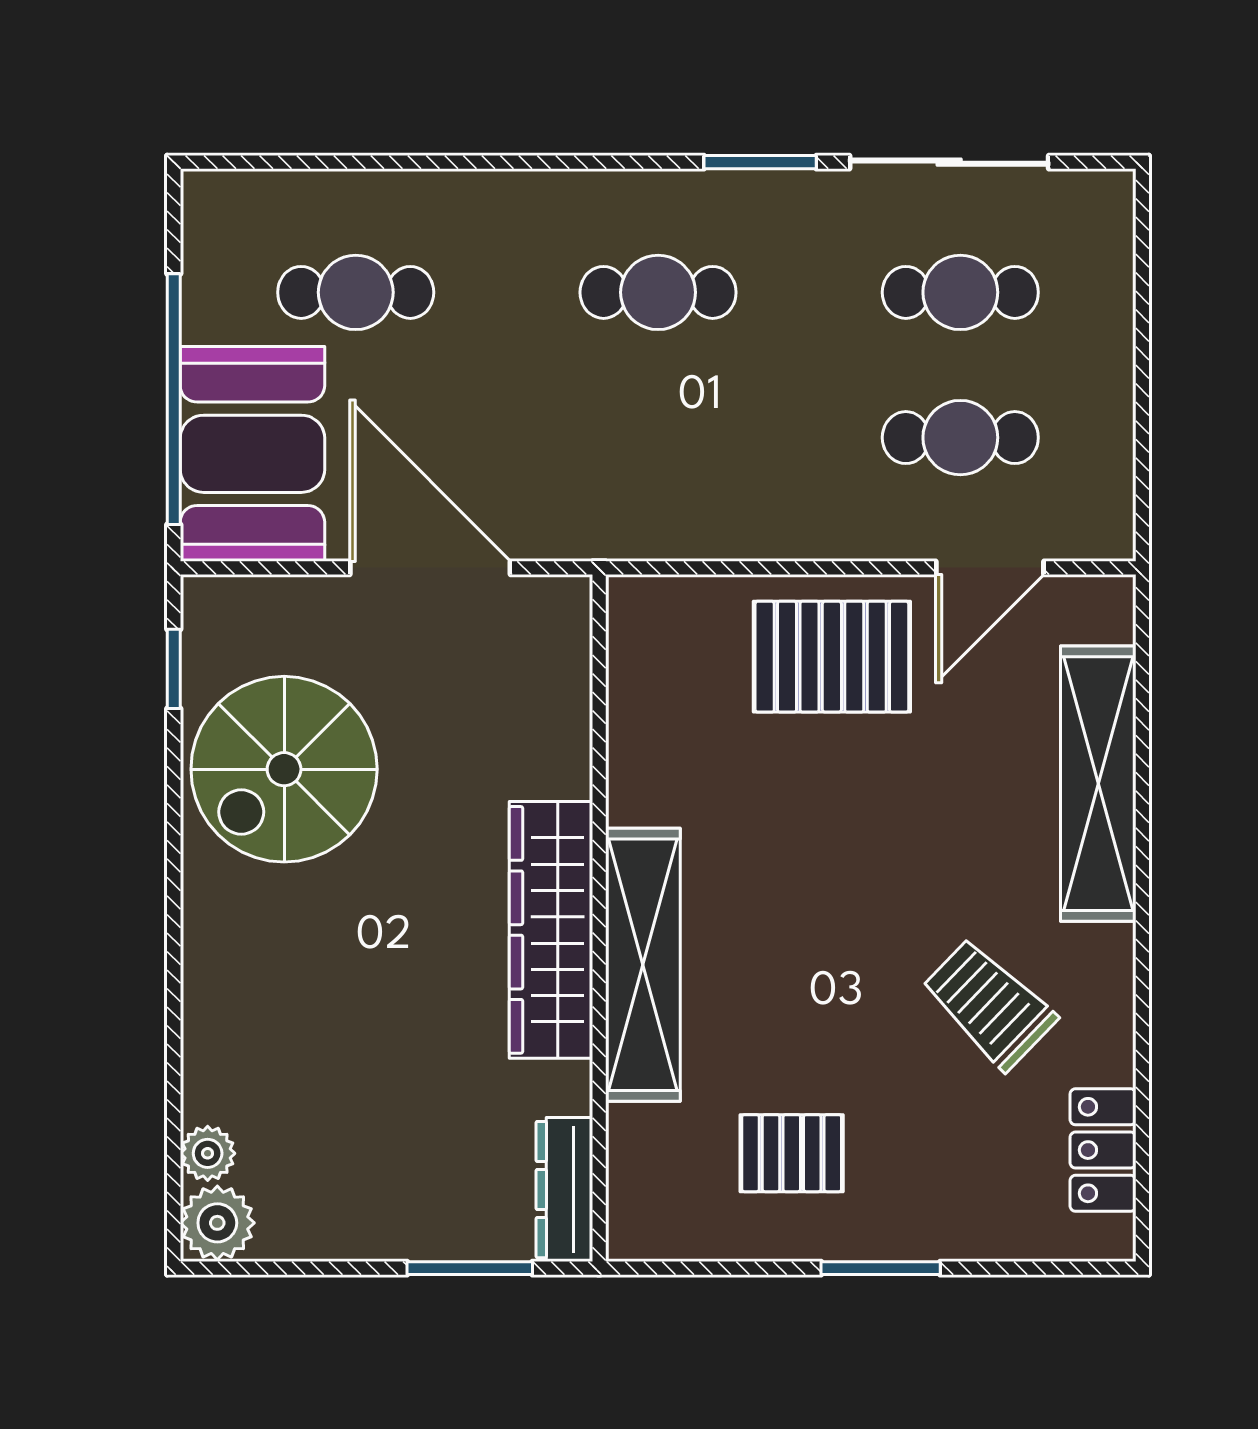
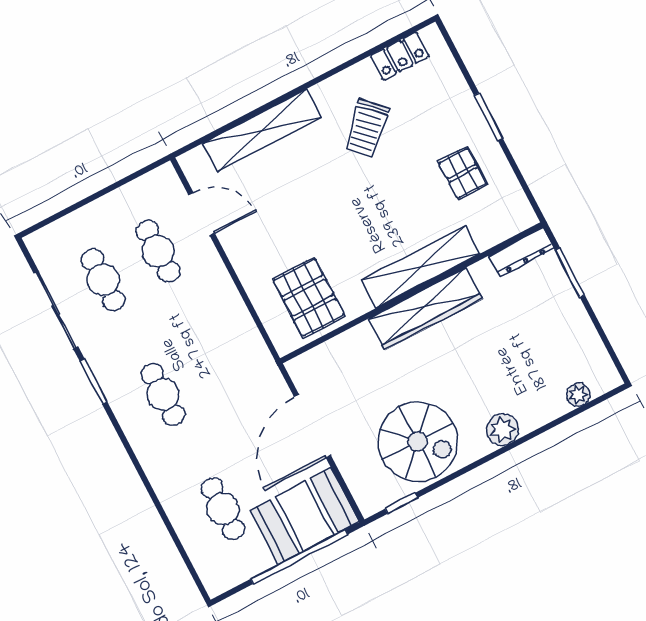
pallet: (832, 657) -> (309, 298), moved
plant: (217, 1223) -> (502, 429), moved

